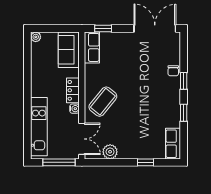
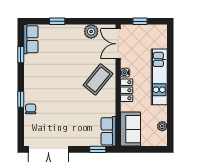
plant: (36, 37) -> (162, 126), moved
window: (184, 113) -> (21, 55), moved
kitchen unit: (39, 127) -> (159, 77), moved
window: (59, 162) -> (140, 21), width x0.46

